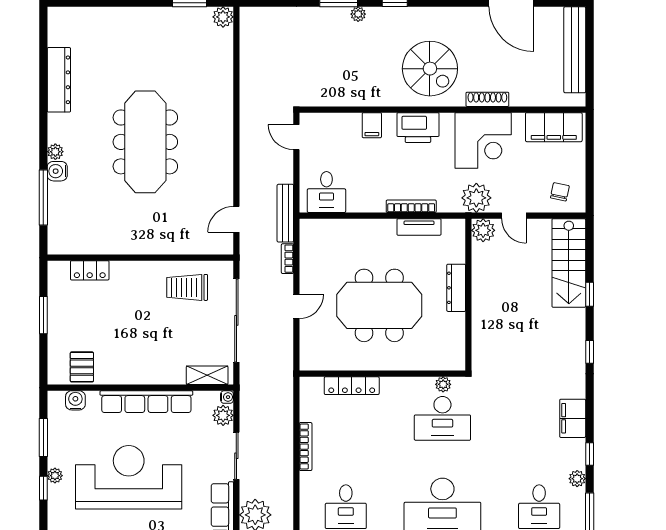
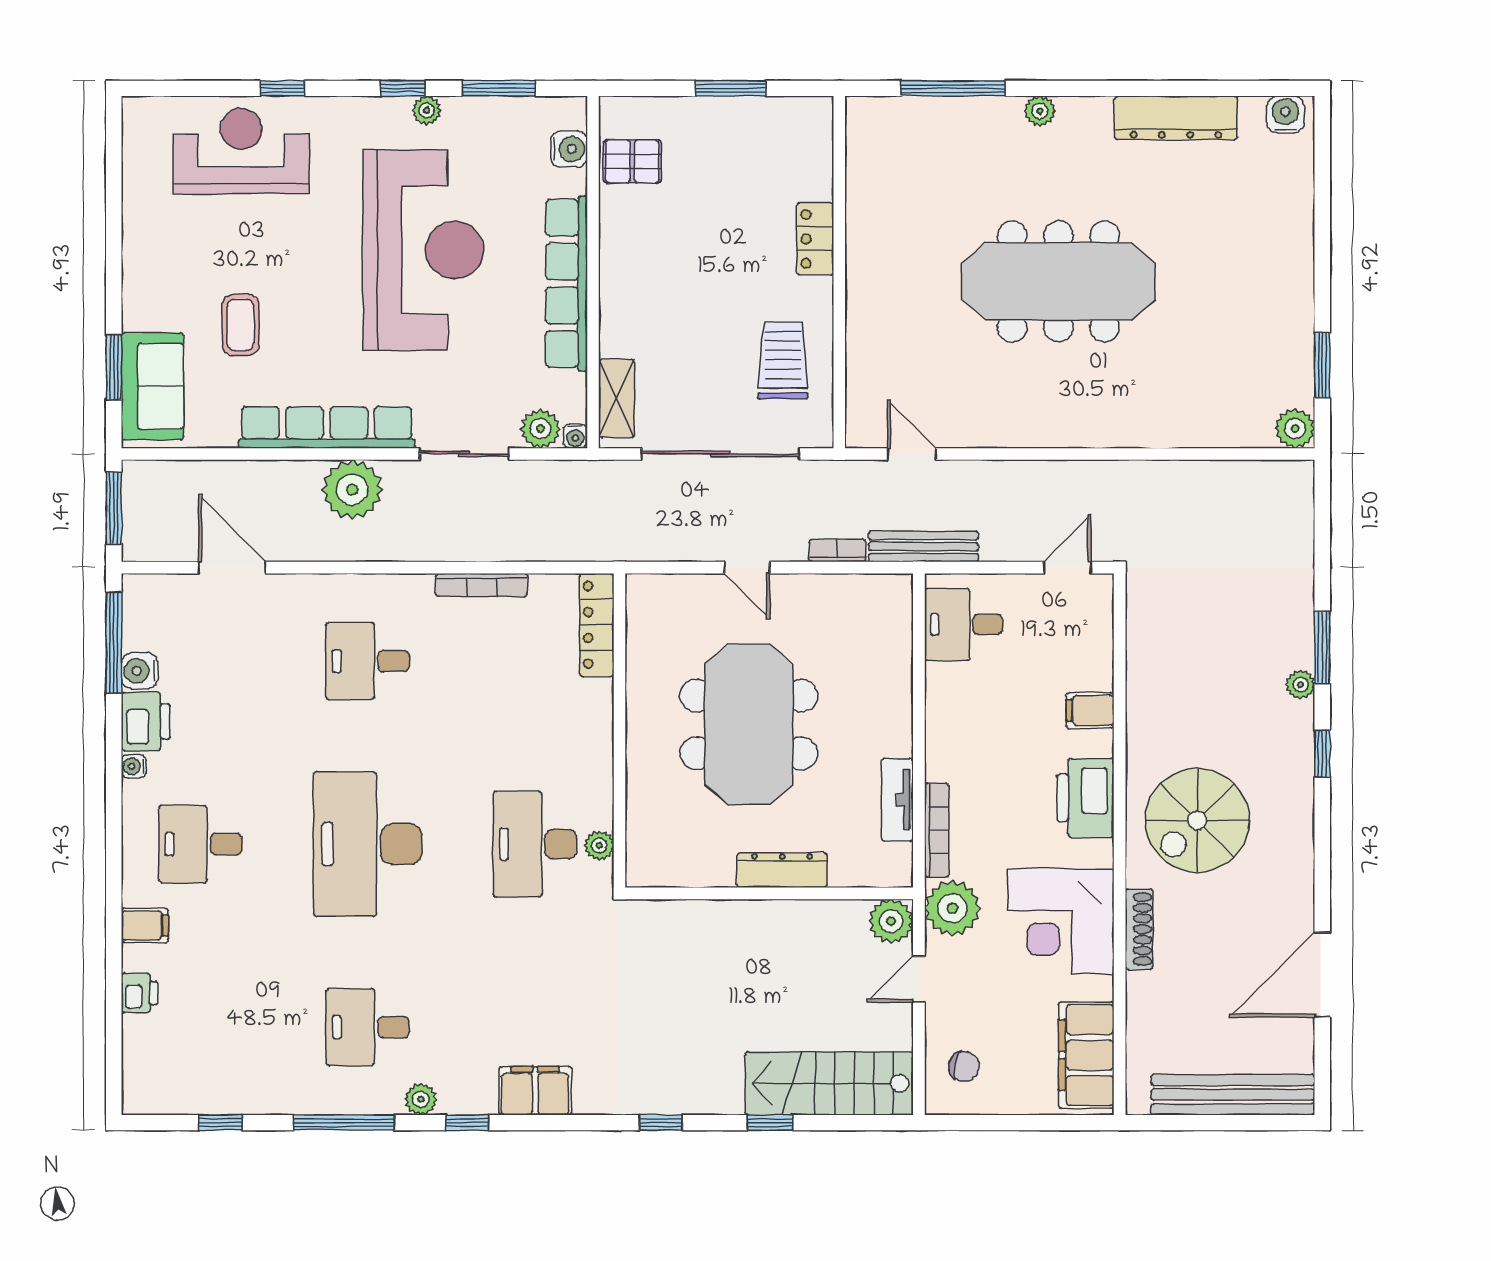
water cooler: (57, 171) -> (1285, 115), moved
bookcase: (411, 206) -> (937, 830), moved
locker: (90, 270) -> (815, 239), moved
locker: (352, 386) -> (597, 625), moved

